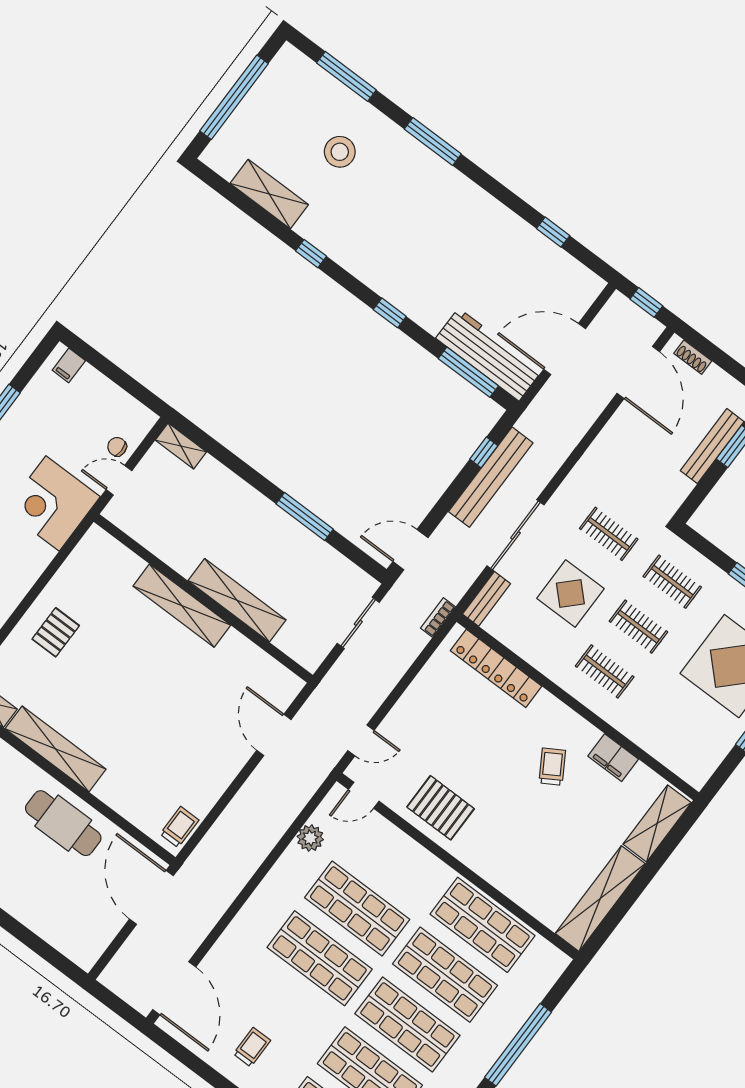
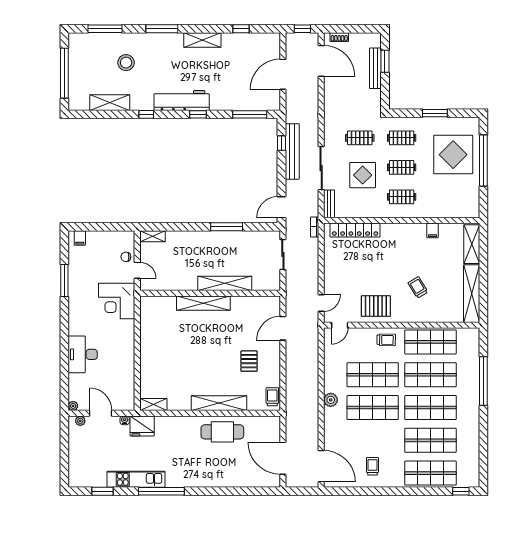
shelving: (482, 205) -> (202, 40), added
workbench: (489, 355) -> (182, 101), moved
door: (119, 480) -> (137, 270), swing flipped
pallet: (56, 632) -> (249, 361), moved
door: (274, 735) -> (283, 328), hinge flipped
shelving: (55, 749) -> (219, 403), moved
filing cabinet: (613, 758) -> (432, 230), width x0.50
trolley: (552, 767) -> (418, 287), moved
plant: (310, 838) -> (331, 400), moved
trolley: (418, 871) -> (386, 340), added
door: (151, 897) -> (283, 458), moved

